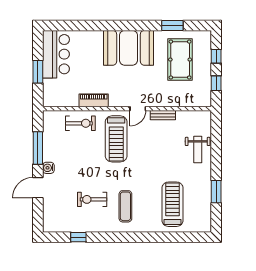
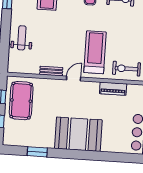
pool table: (180, 60) -> (21, 101), moved

